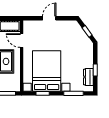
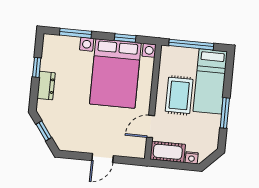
door: (22, 41) -> (151, 126), swing flipped
dresser: (88, 77) -> (46, 86), moved

